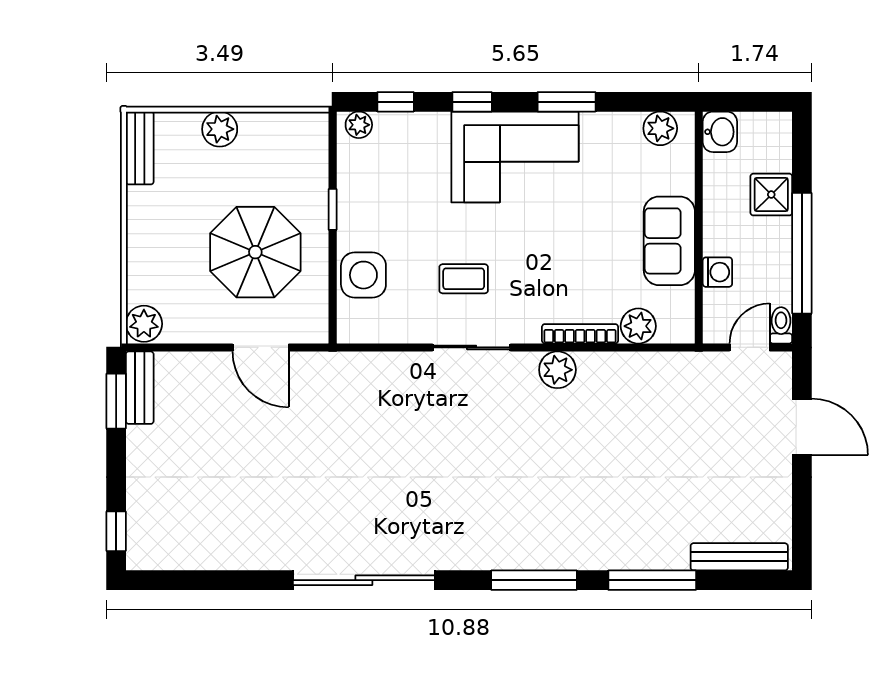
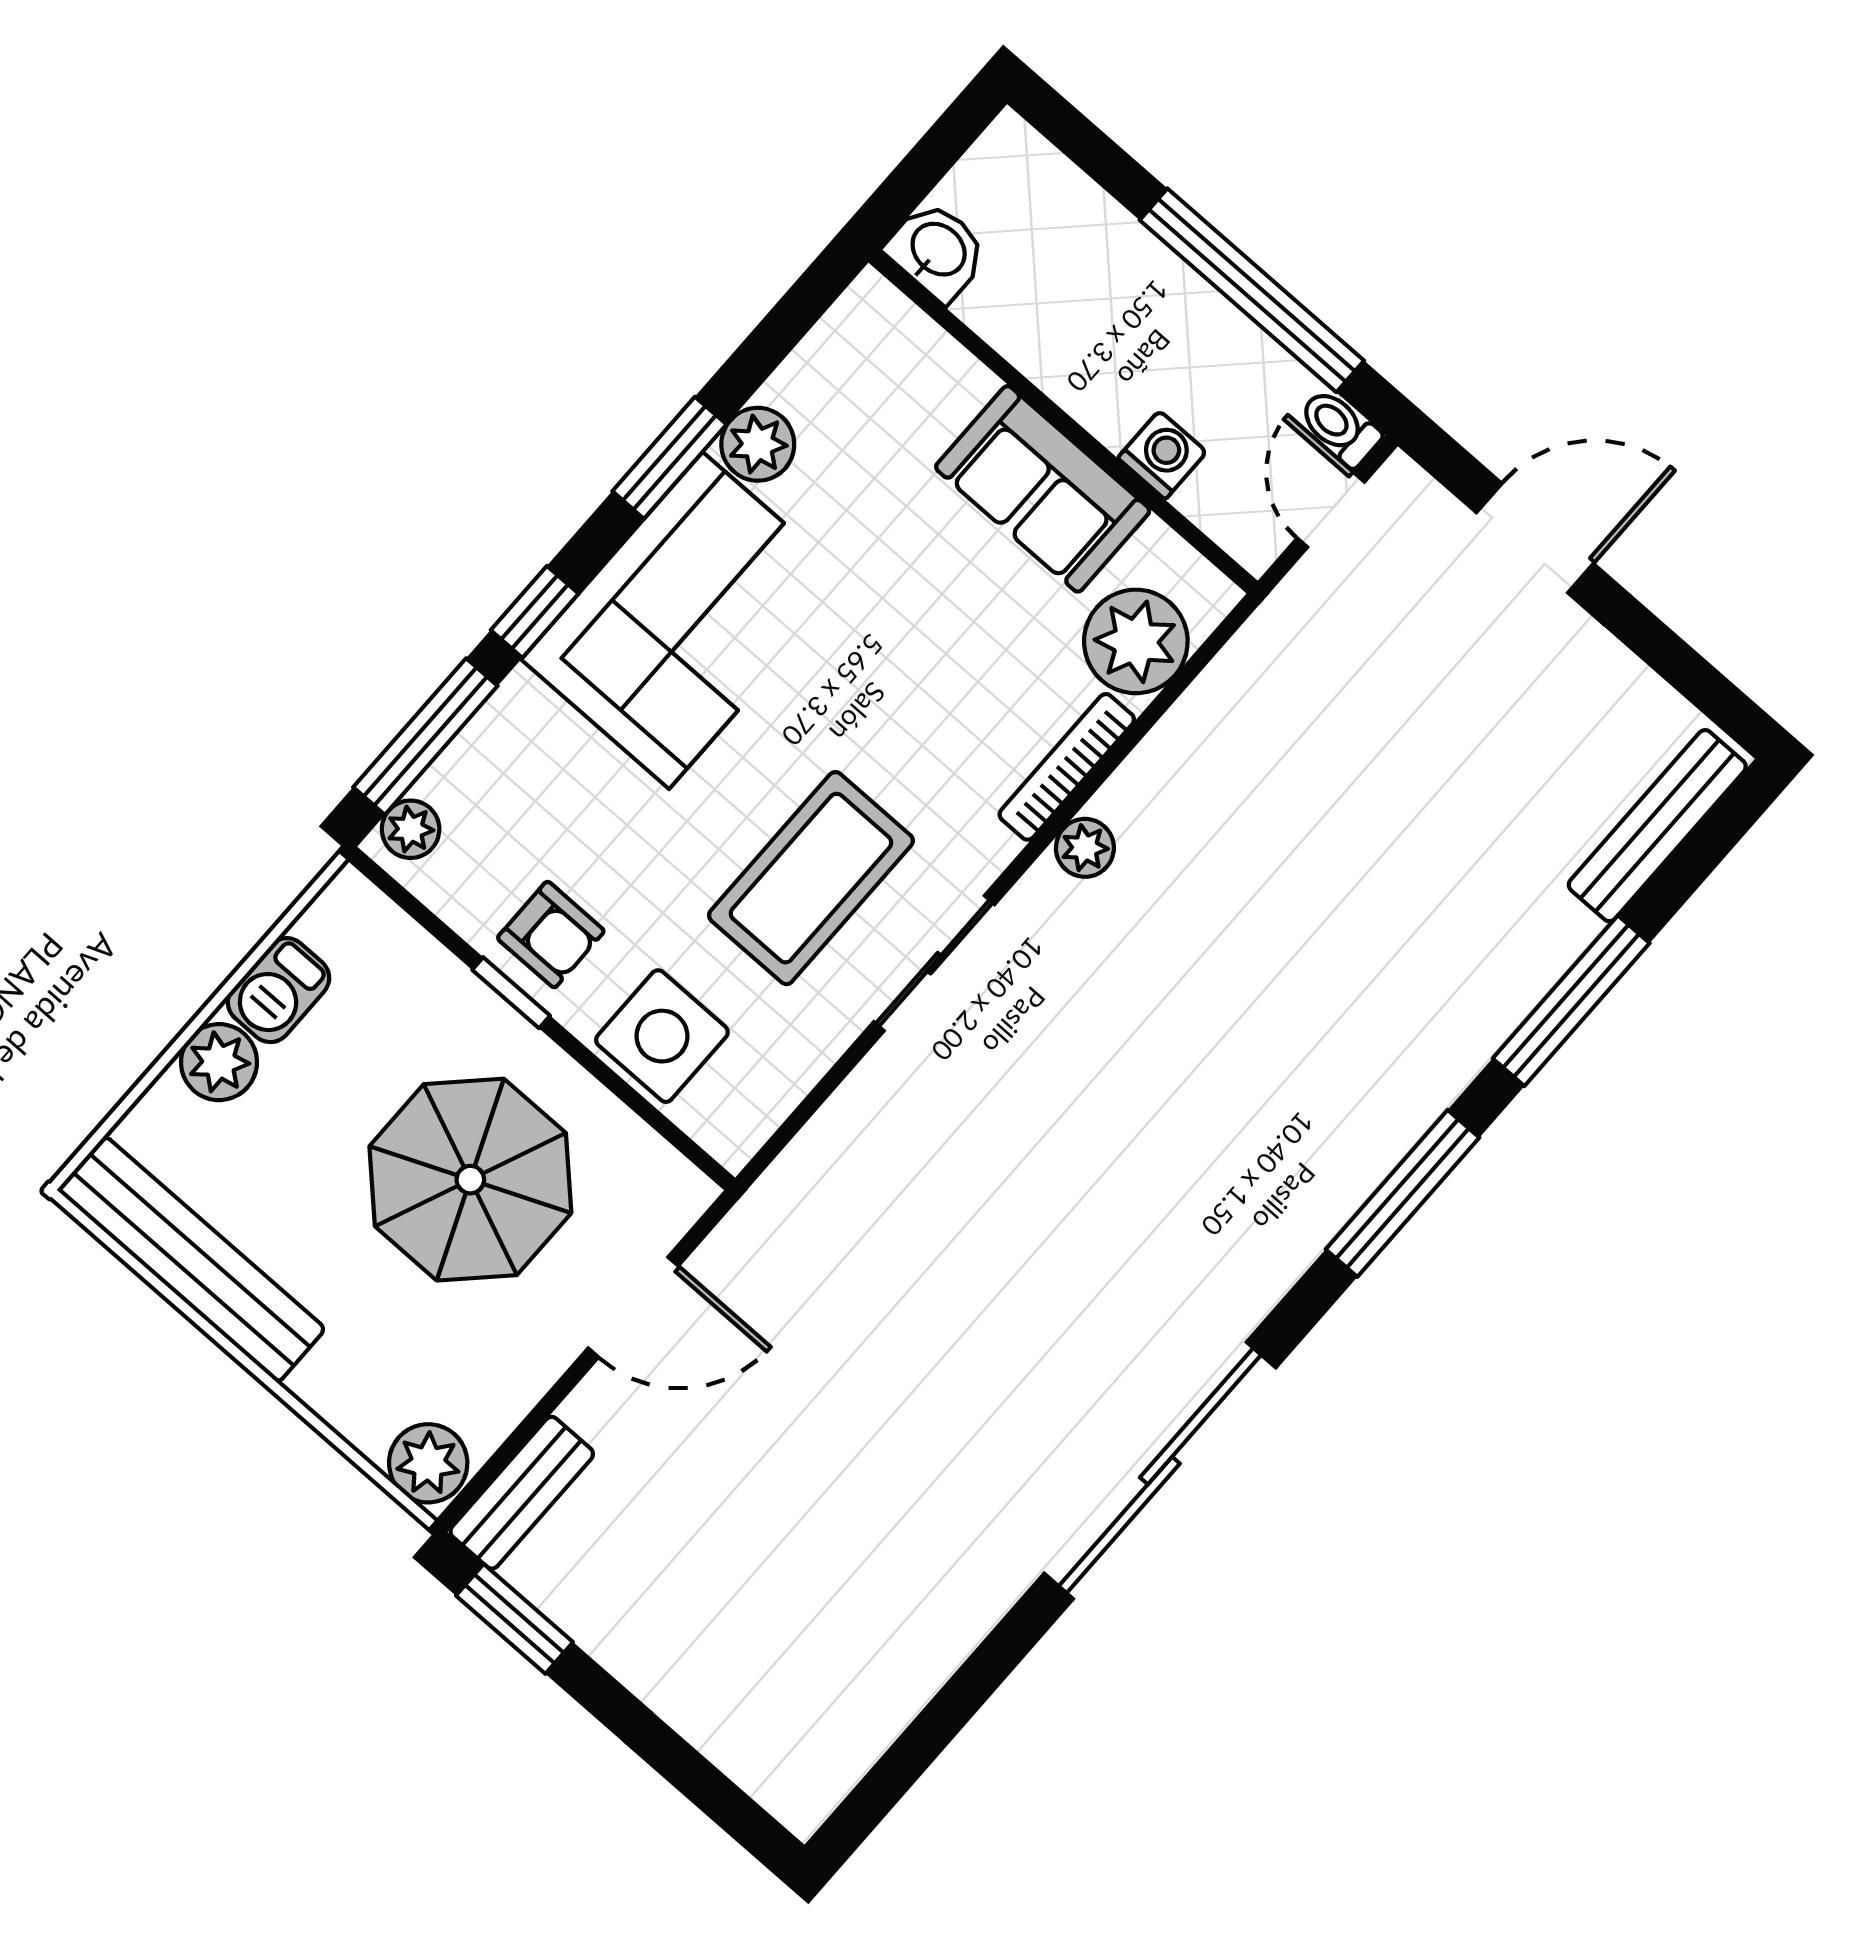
window: (396, 102) -> (425, 737), width x2.17
barbecue: (263, 128) -> (279, 990), added
plant: (660, 128) -> (758, 444), moved
bench: (140, 148) -> (191, 1259), width x1.86, depth x1.21
shower: (771, 195) -> (1113, 257), removed
armchair: (365, 206) -> (551, 935), added
coffee table: (464, 279) -> (811, 878), width x1.86, depth x1.72
plant: (638, 326) -> (1136, 641), width x1.36, depth x1.36
plant: (557, 370) -> (1085, 848), width x0.73, depth x0.73
bench: (140, 388) -> (522, 1493), moved, turned 90
window: (116, 531) -> (727, 1805), removed

